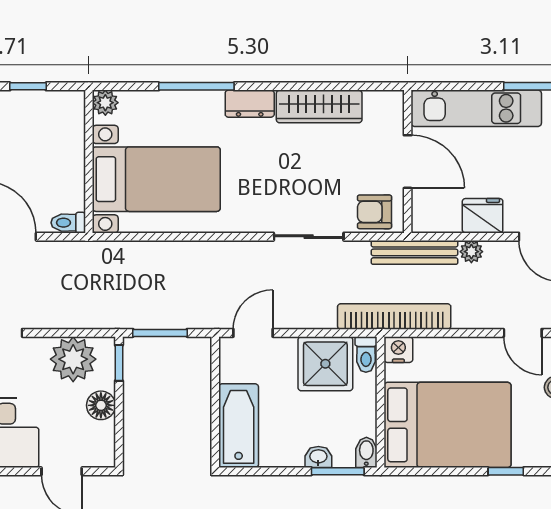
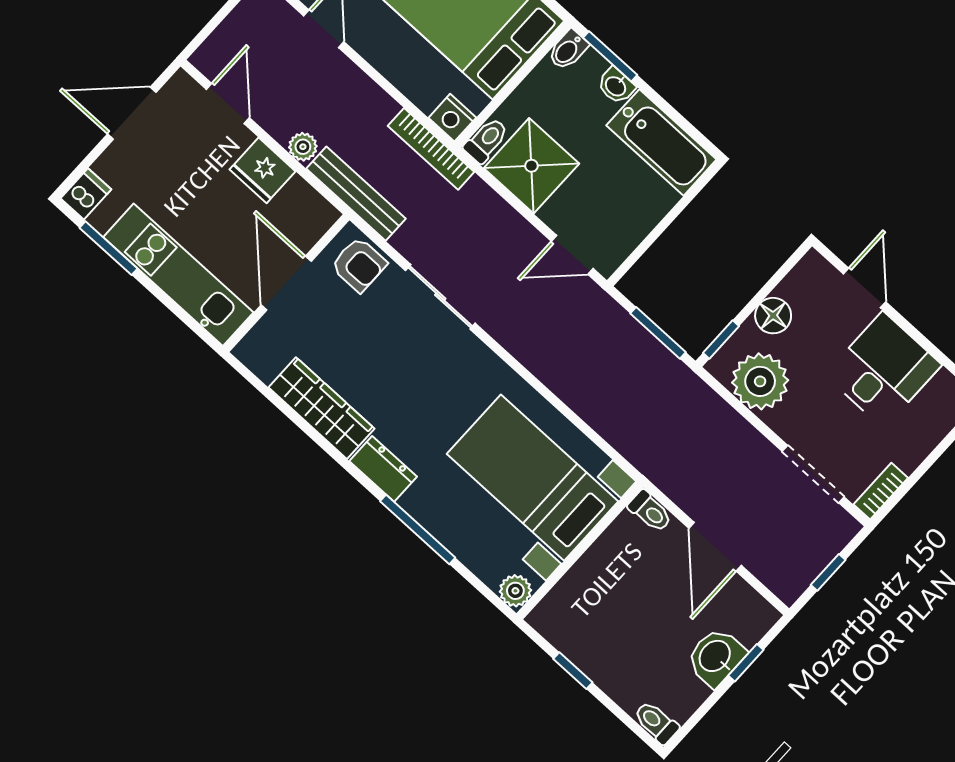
bookcase: (394, 316) -> (431, 149), width x0.68, depth x0.76
bathtub: (239, 426) -> (661, 142), moved, turned -90

